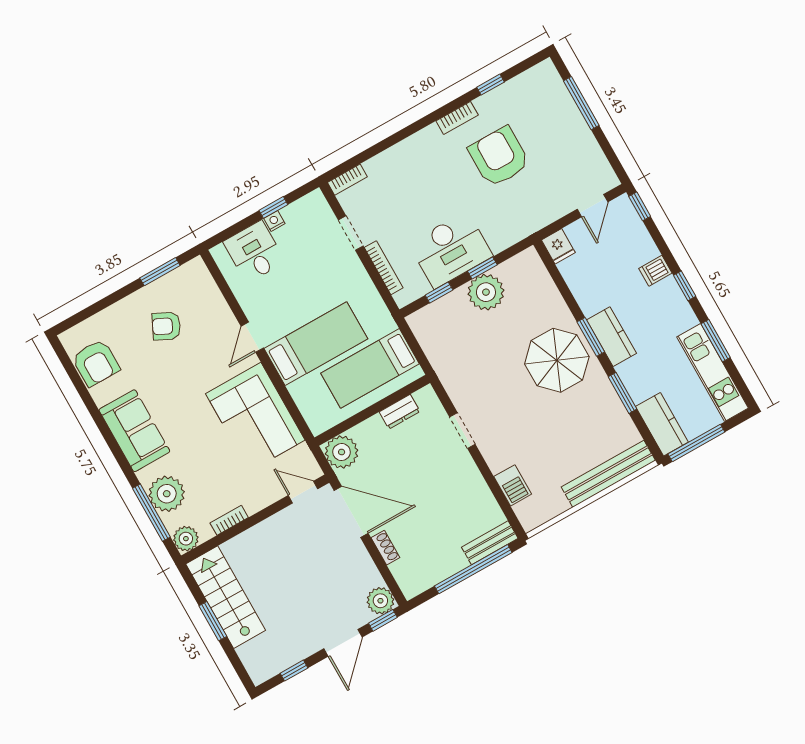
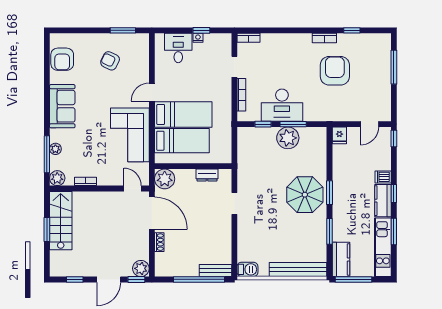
window: (482, 268) -> (293, 124), width x1.50
kitchen counter: (611, 337) -> (383, 201), moved, turned 180
bed: (370, 368) -> (182, 141), moved, turned 180
barbecue: (513, 485) -> (247, 269), moved, turned -90
plant: (167, 494) -> (55, 149), width x0.53, depth x0.53

